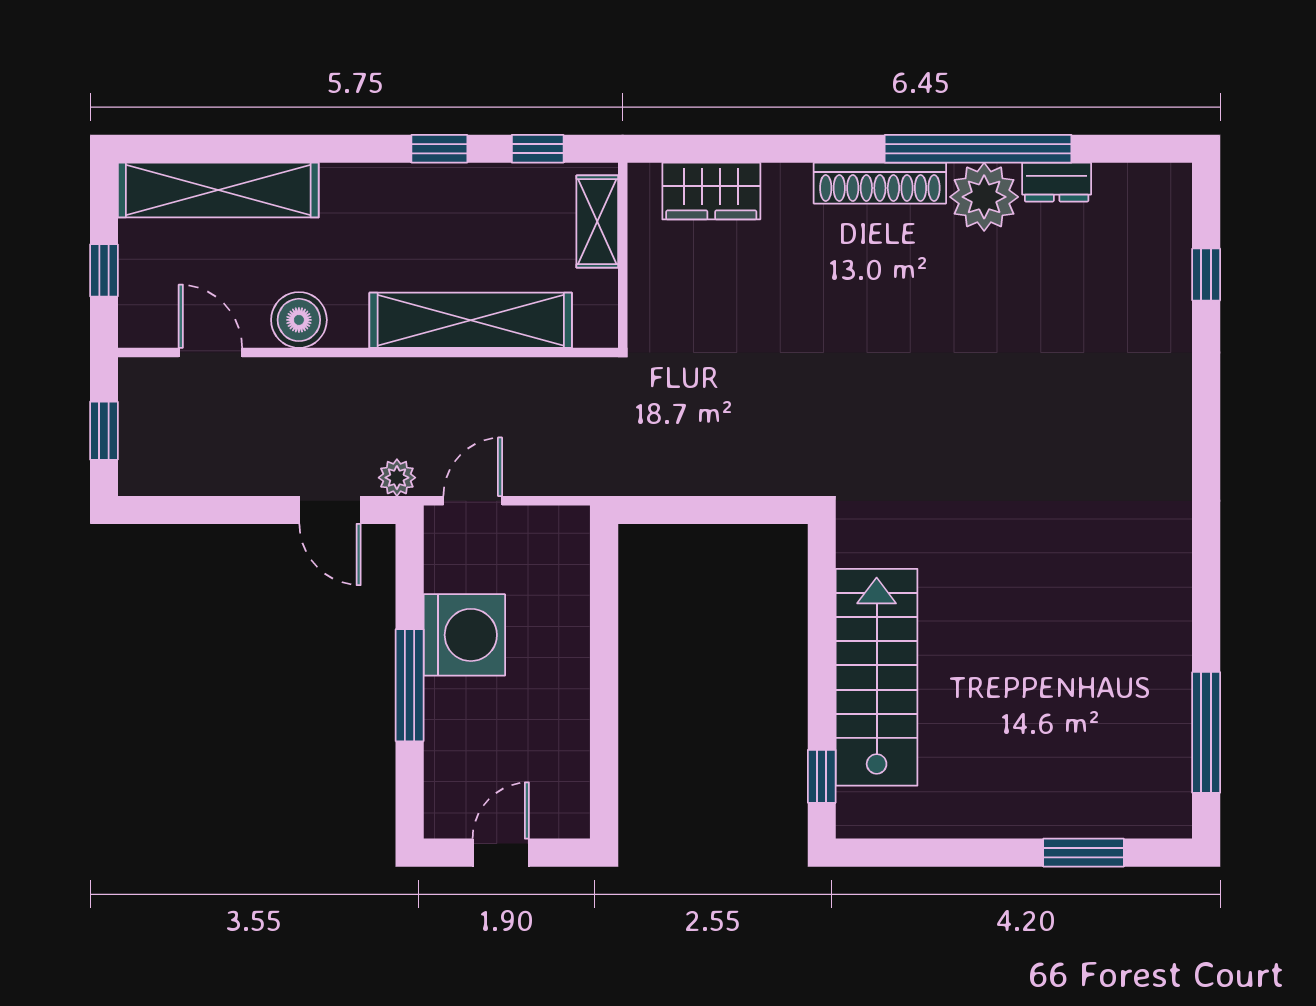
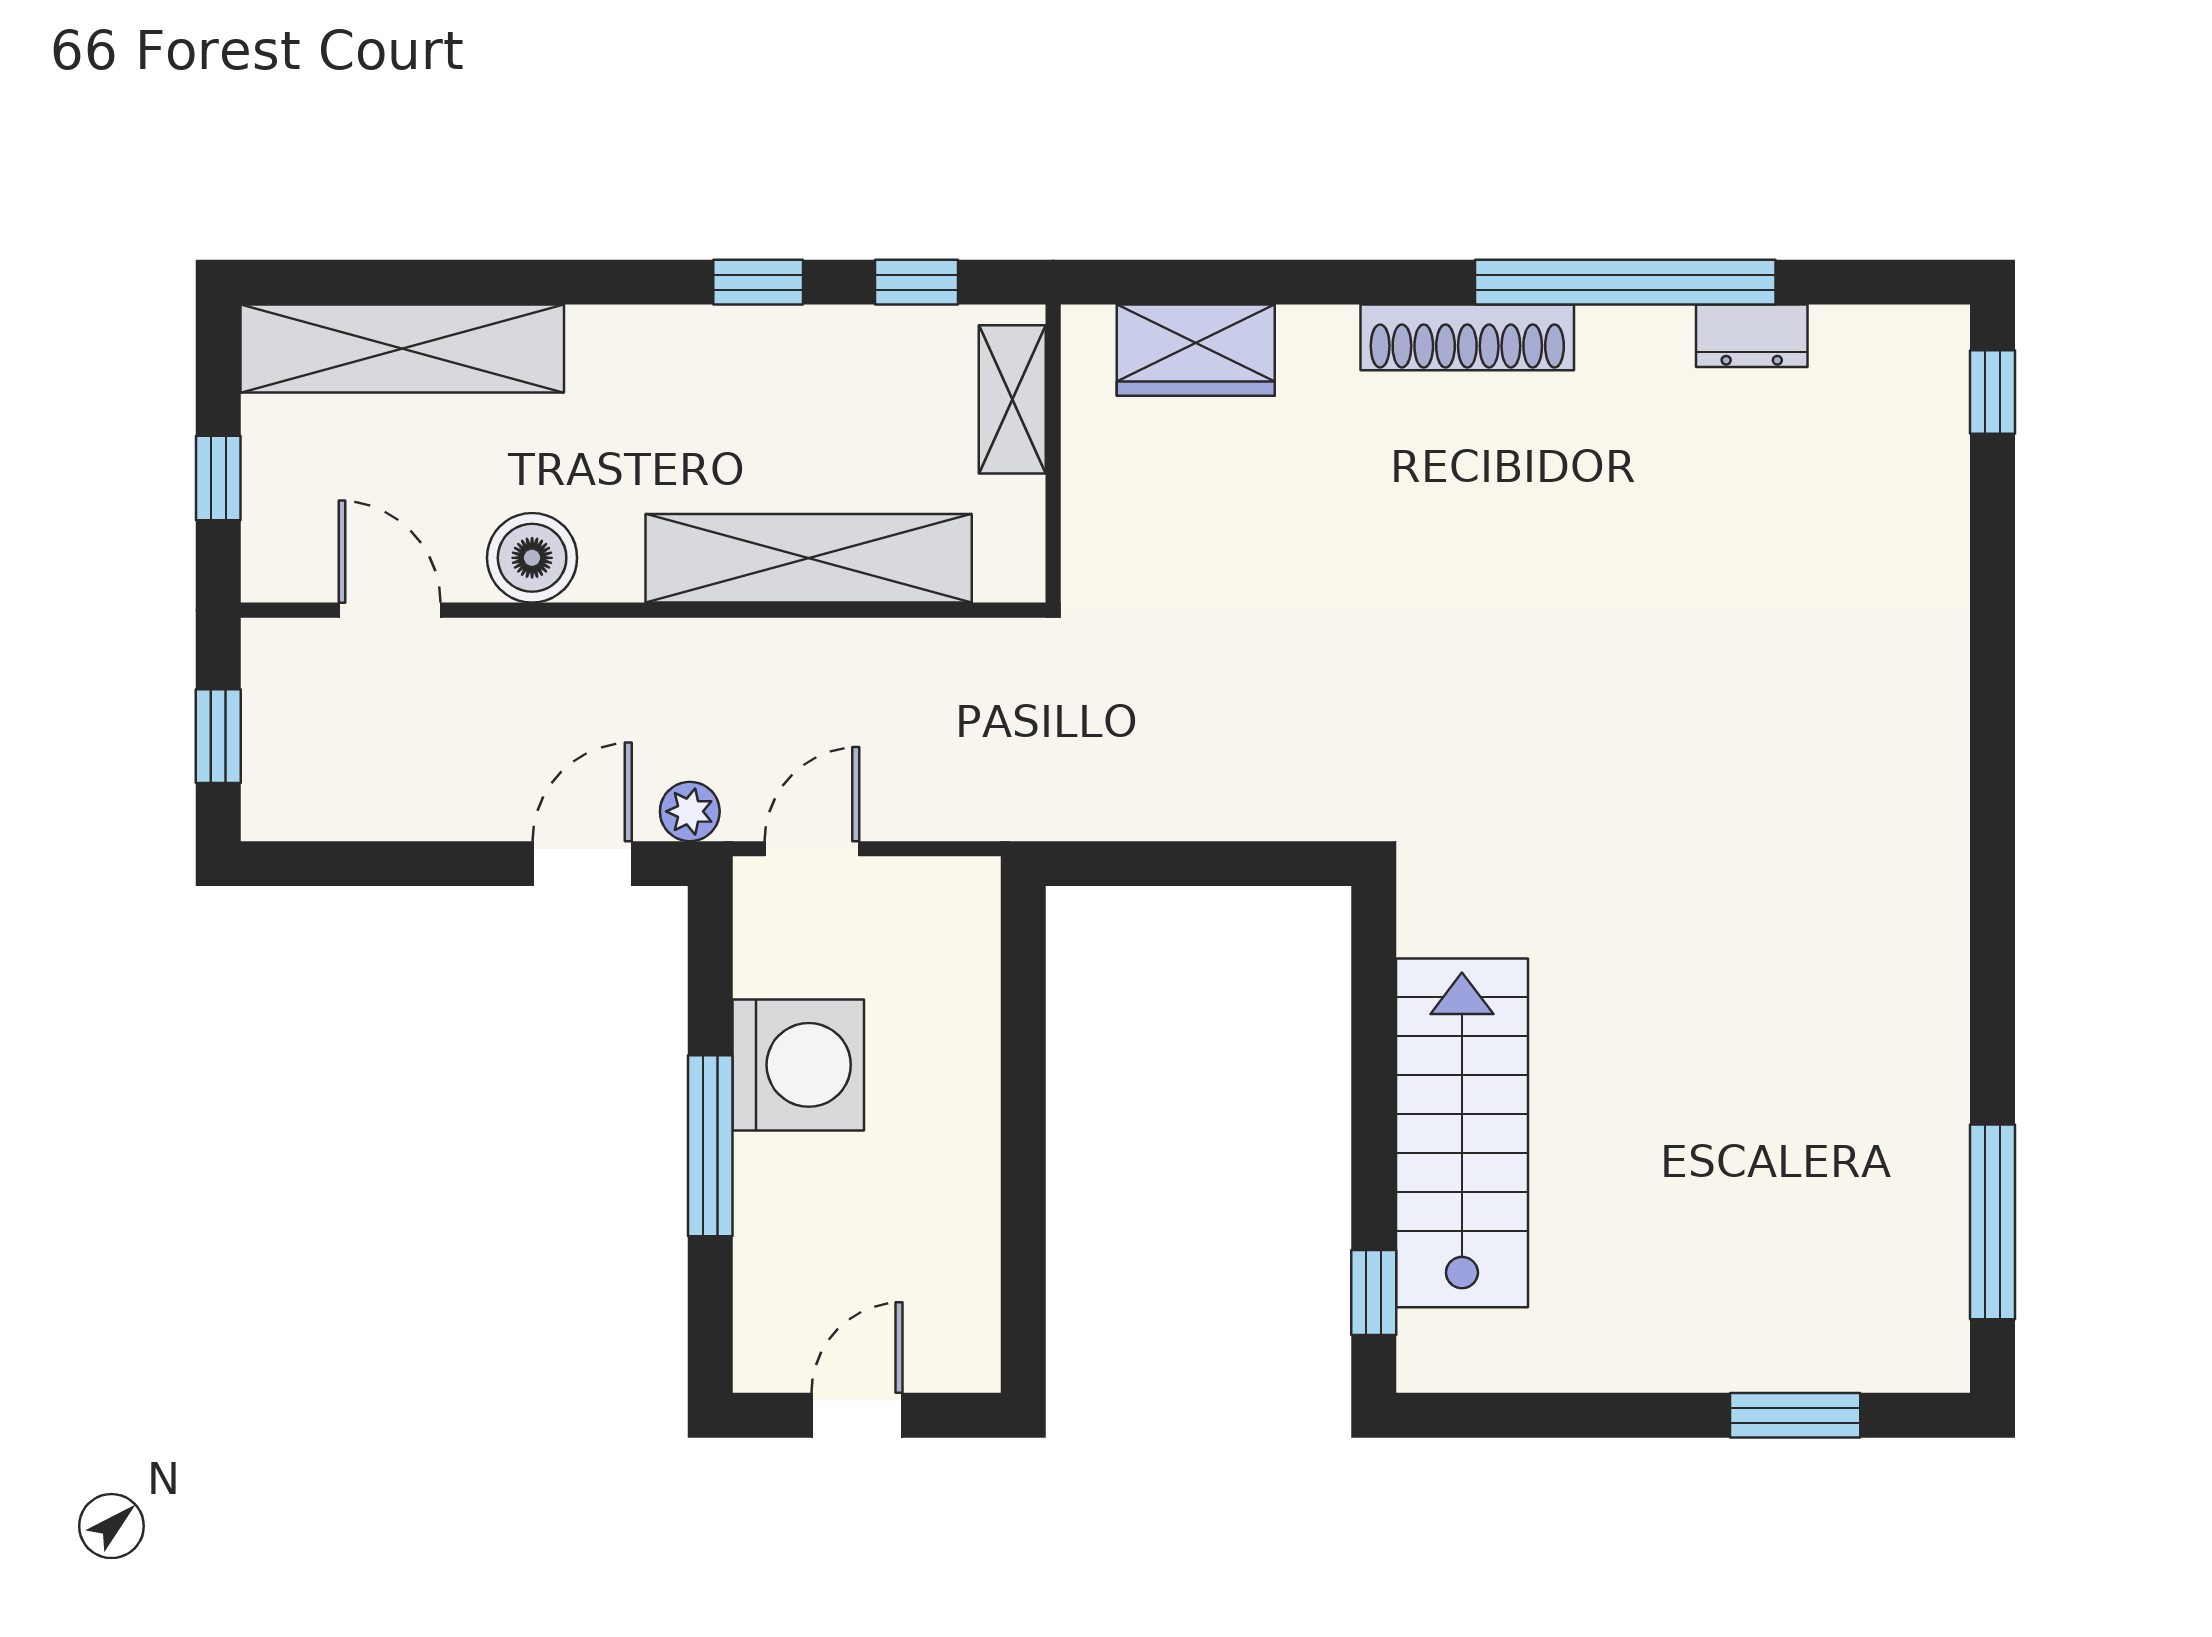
plant: (984, 197) -> (1635, 360), removed
window: (1206, 275) -> (1992, 392), moved
door: (330, 510) -> (582, 864), swing flipped

